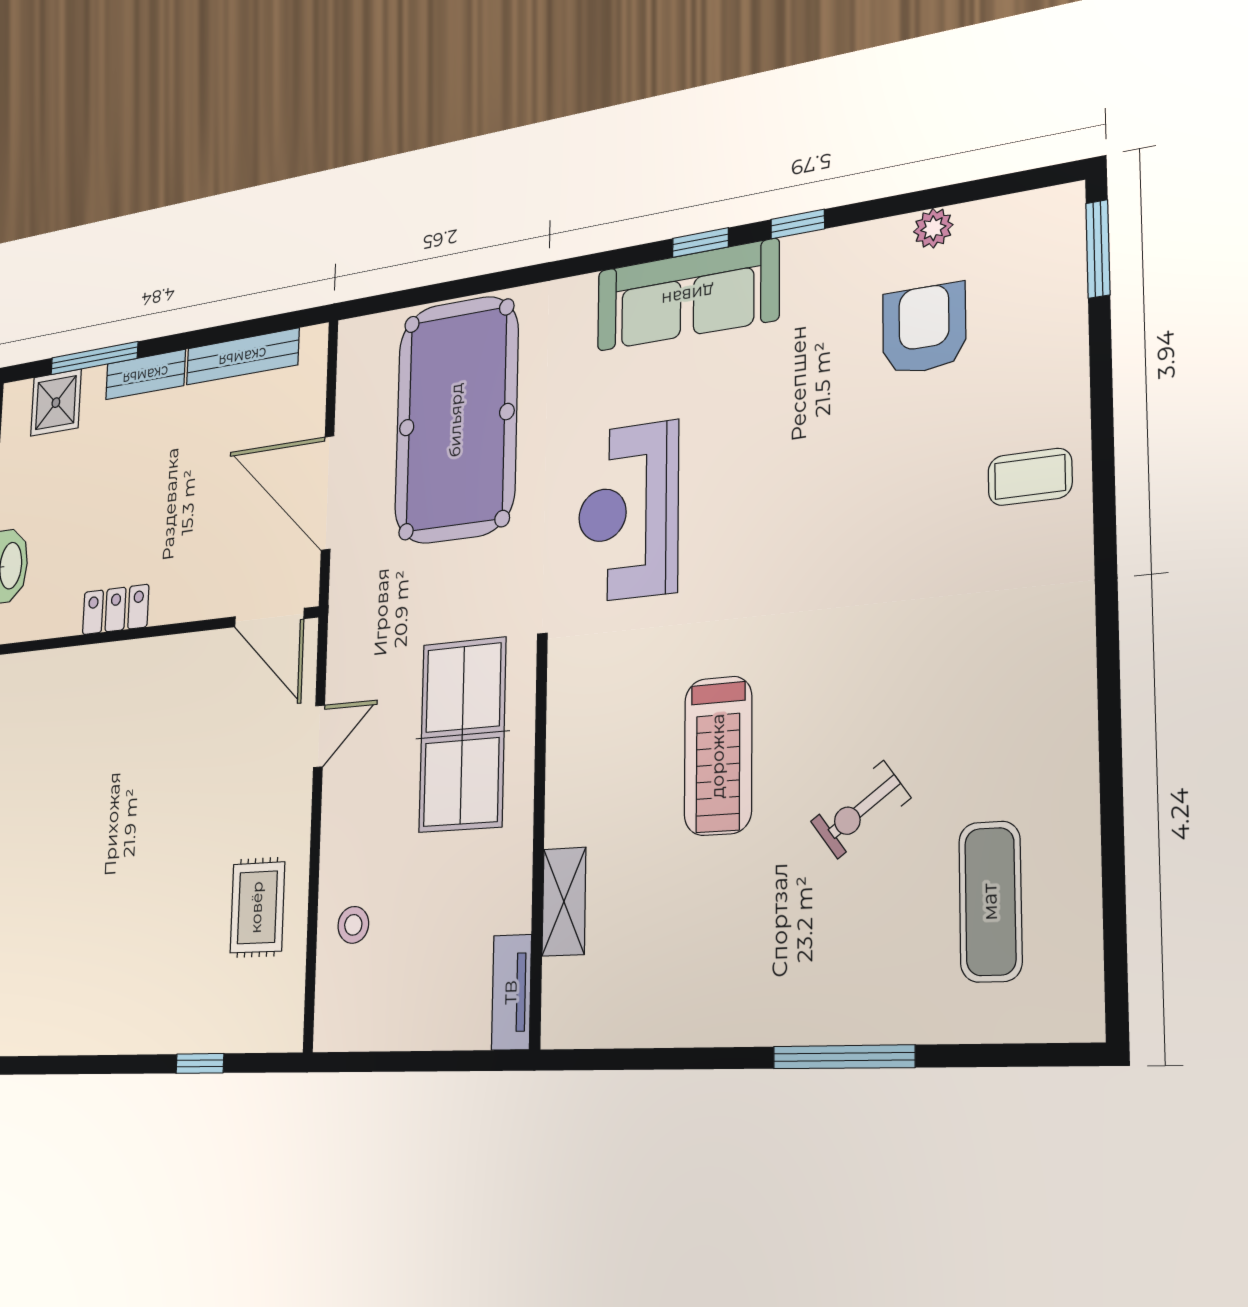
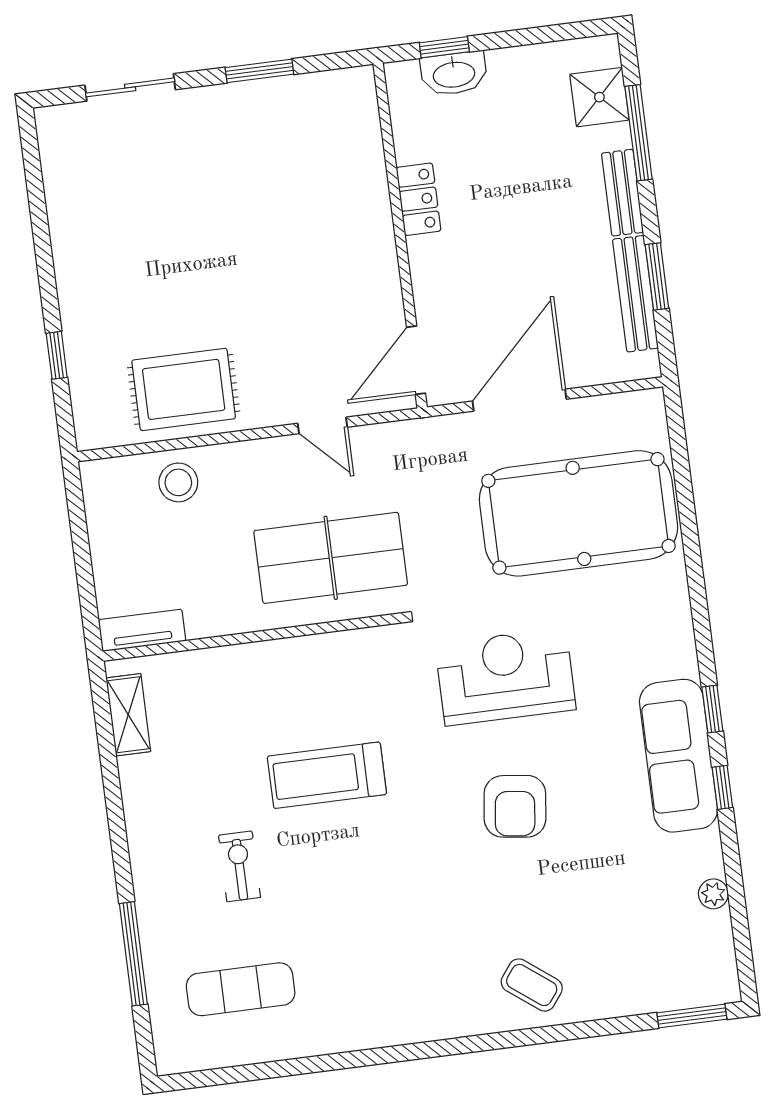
sofa: (687, 295) -> (678, 756), moved
armchair: (924, 329) -> (515, 806), moved, turned 97
window: (230, 332) -> (657, 276), added
coffee table: (1030, 477) -> (532, 985), turned -53
exercise bike: (861, 810) -> (240, 866), moved, turned 36
shelving: (564, 902) -> (128, 715), moved, turned 90
rug: (257, 907) -> (184, 389), width x1.36, depth x1.43
stool: (353, 925) -> (178, 482), width x1.37, depth x1.37
window: (843, 1057) -> (133, 954), moved

